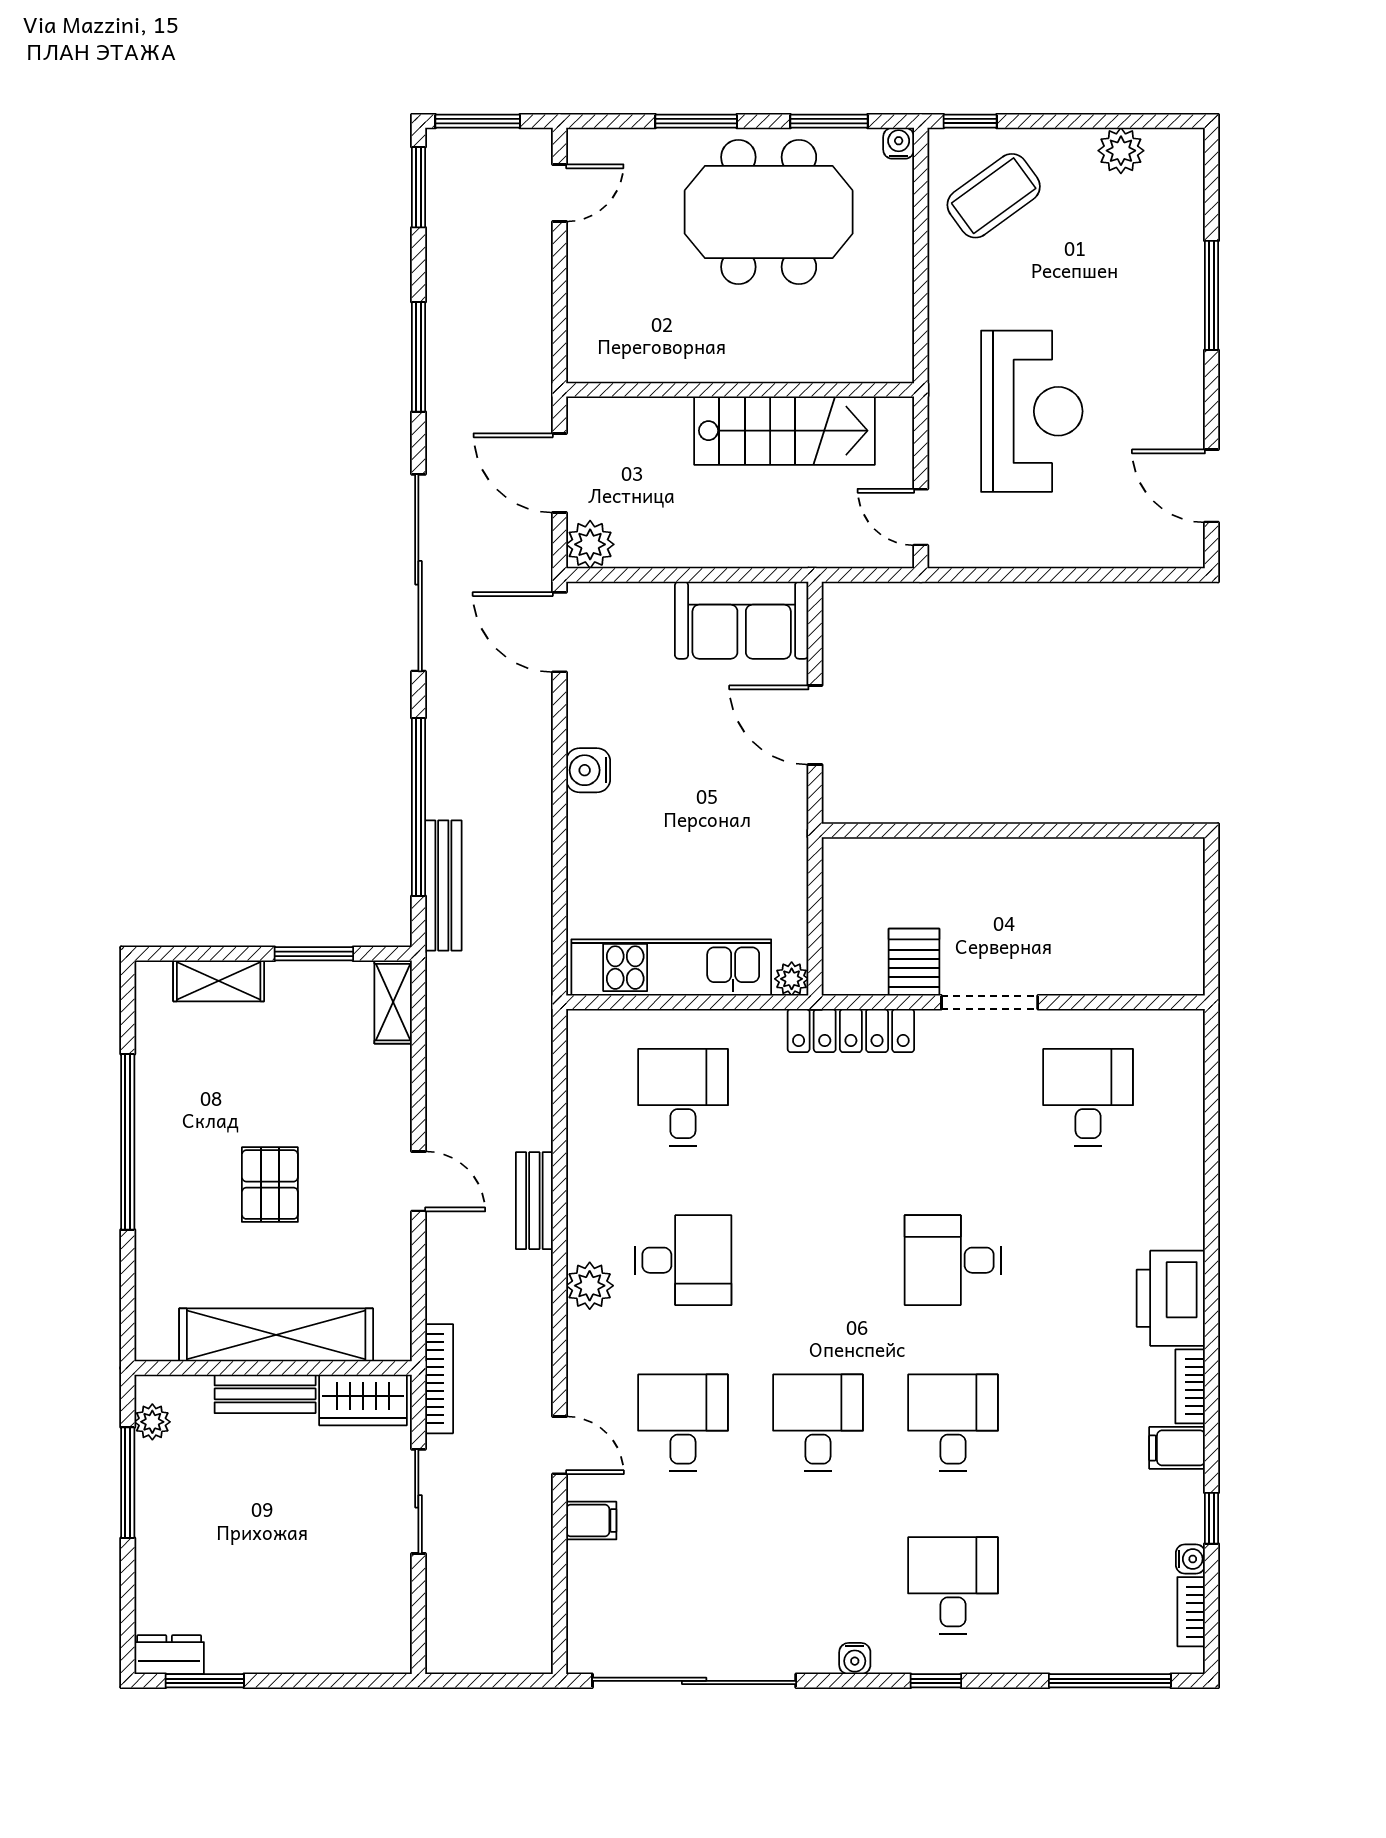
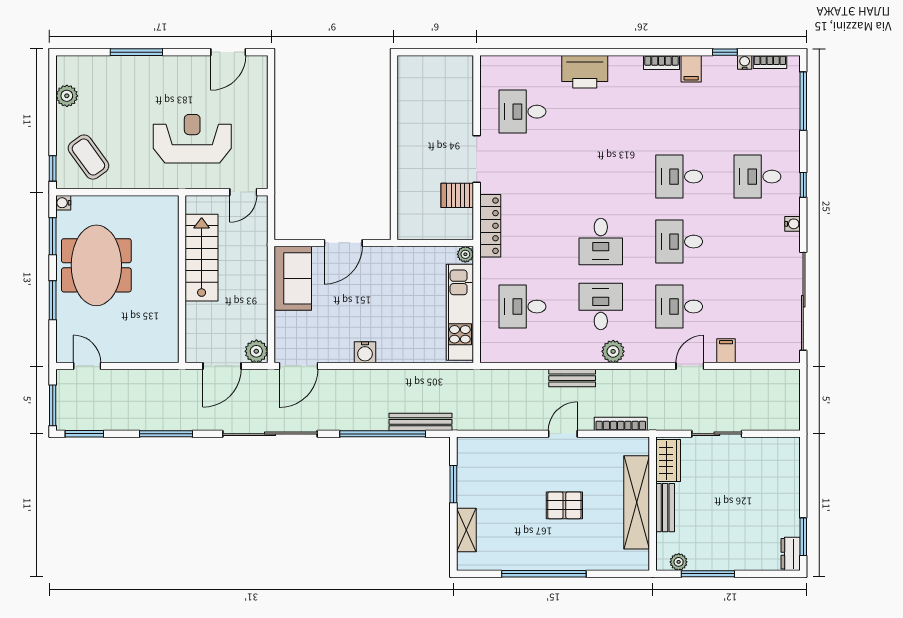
shelving: (393, 1002) -> (477, 446), removed
desk: (953, 1260) -> (601, 242), moved
printer: (1171, 1298) -> (585, 72), moved
bookcase: (439, 1379) -> (621, 424), moved

